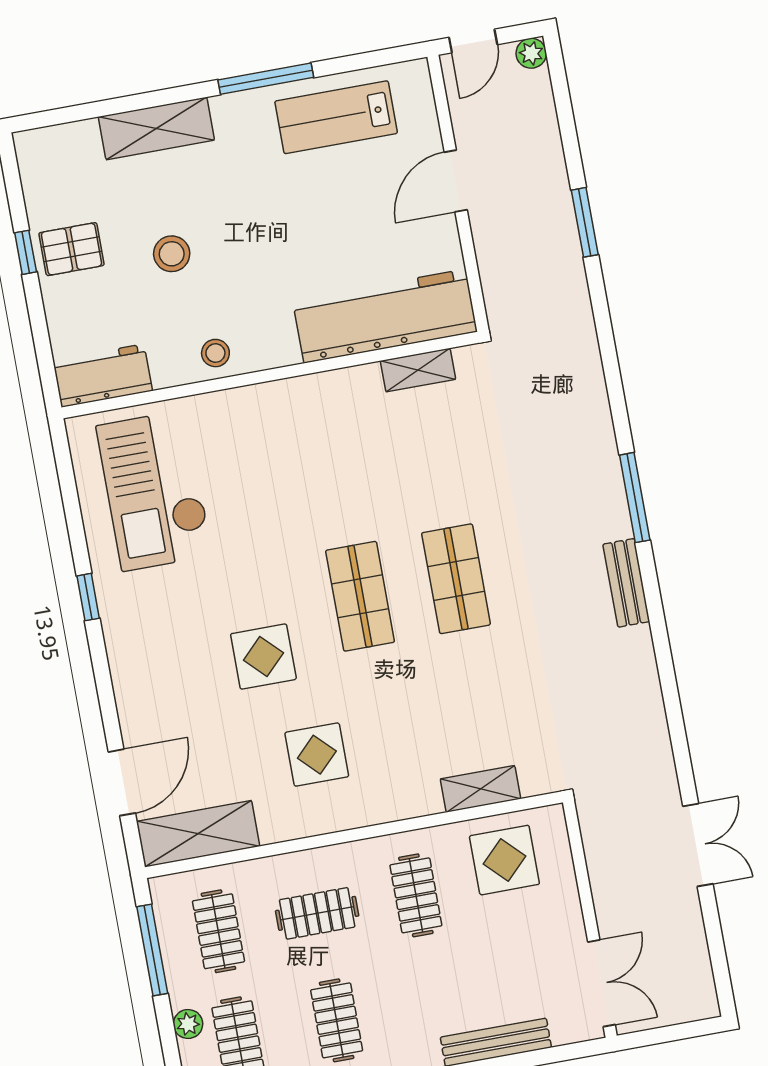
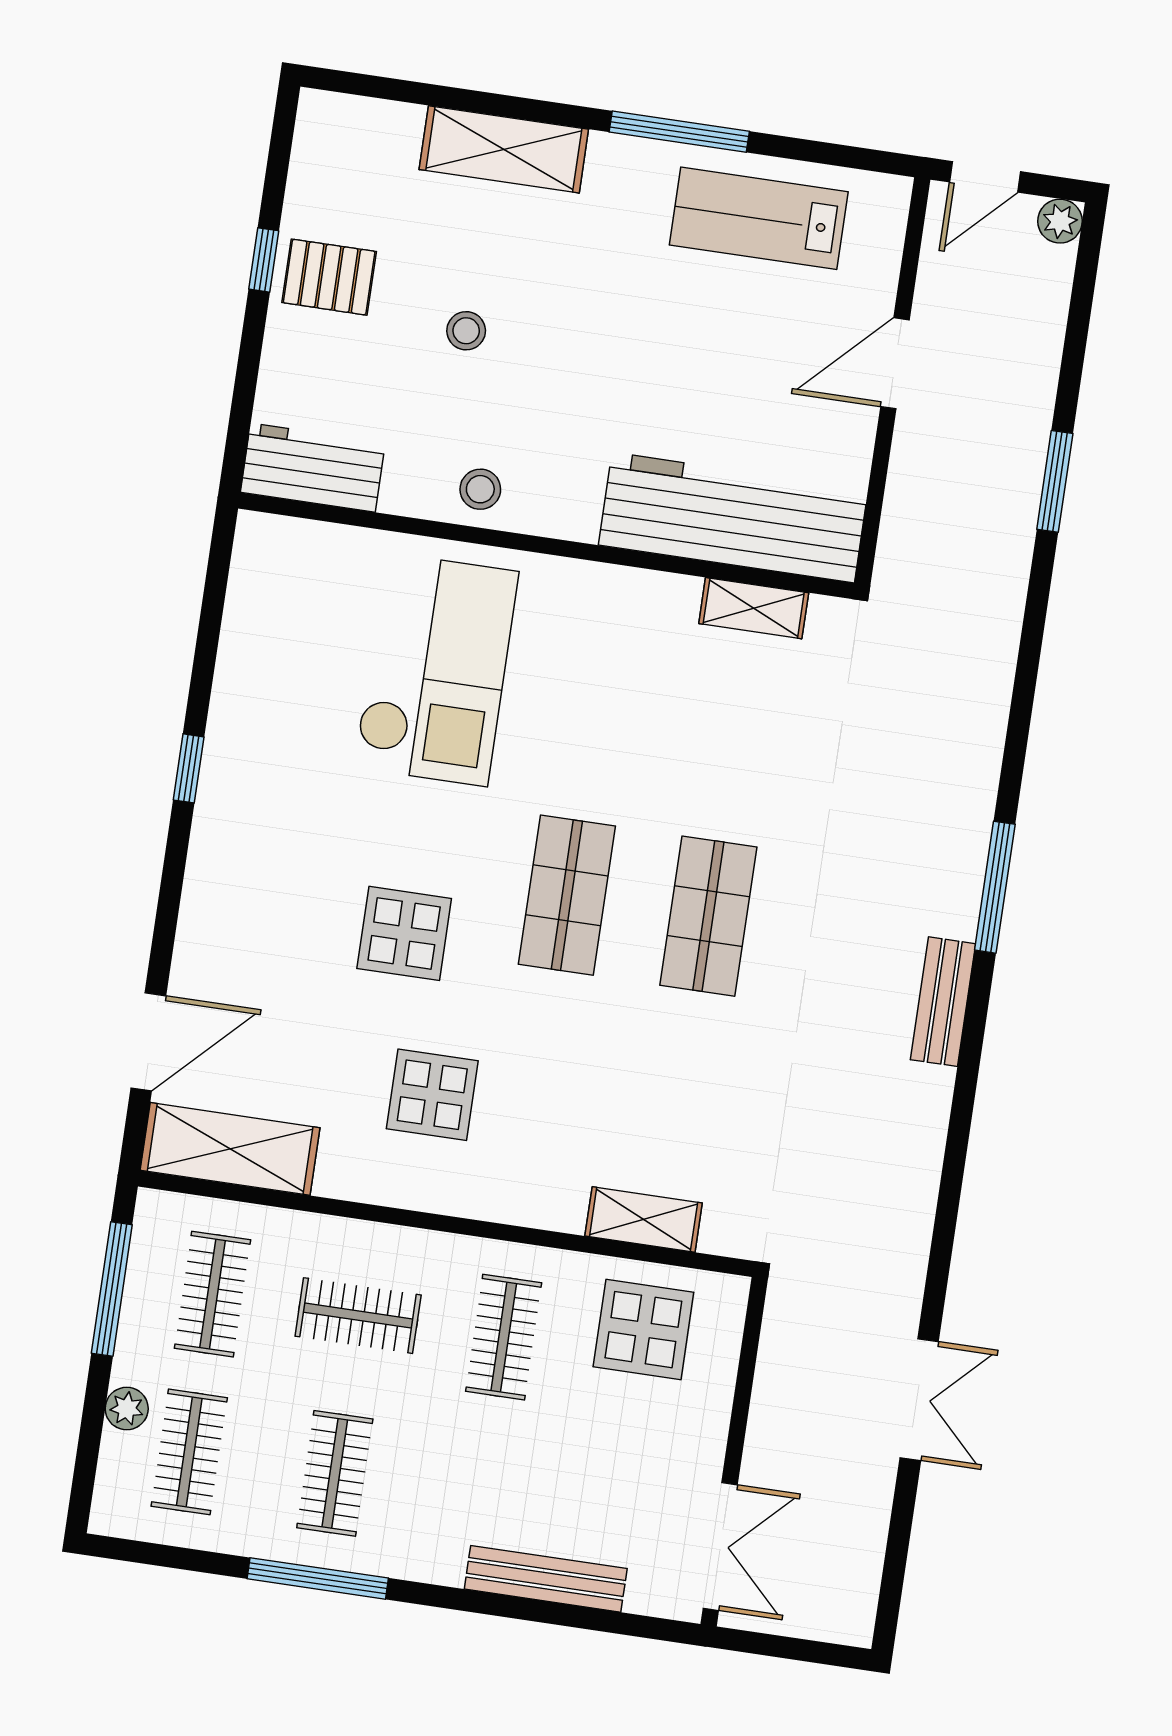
stool: (172, 254) -> (466, 331), width x0.73, depth x0.73
checkout: (154, 491) -> (436, 669), moved, turned 180

